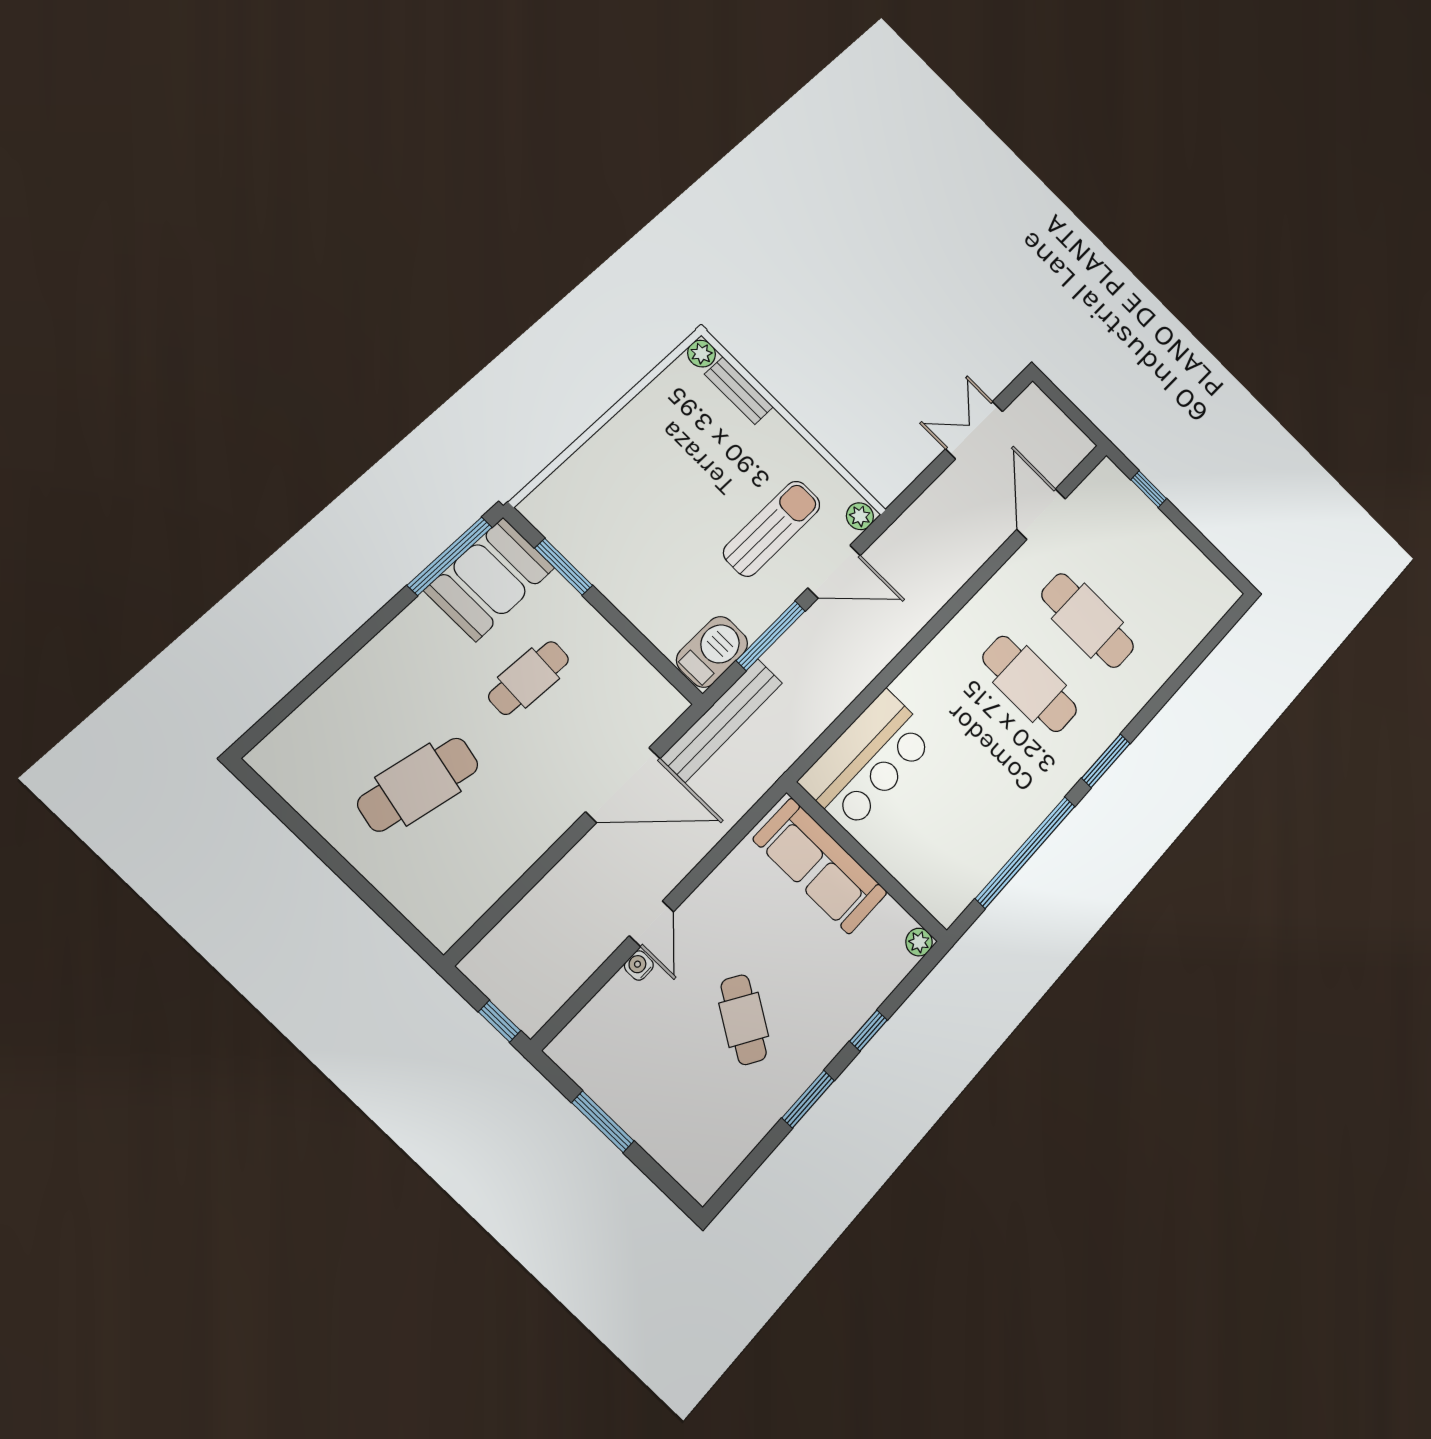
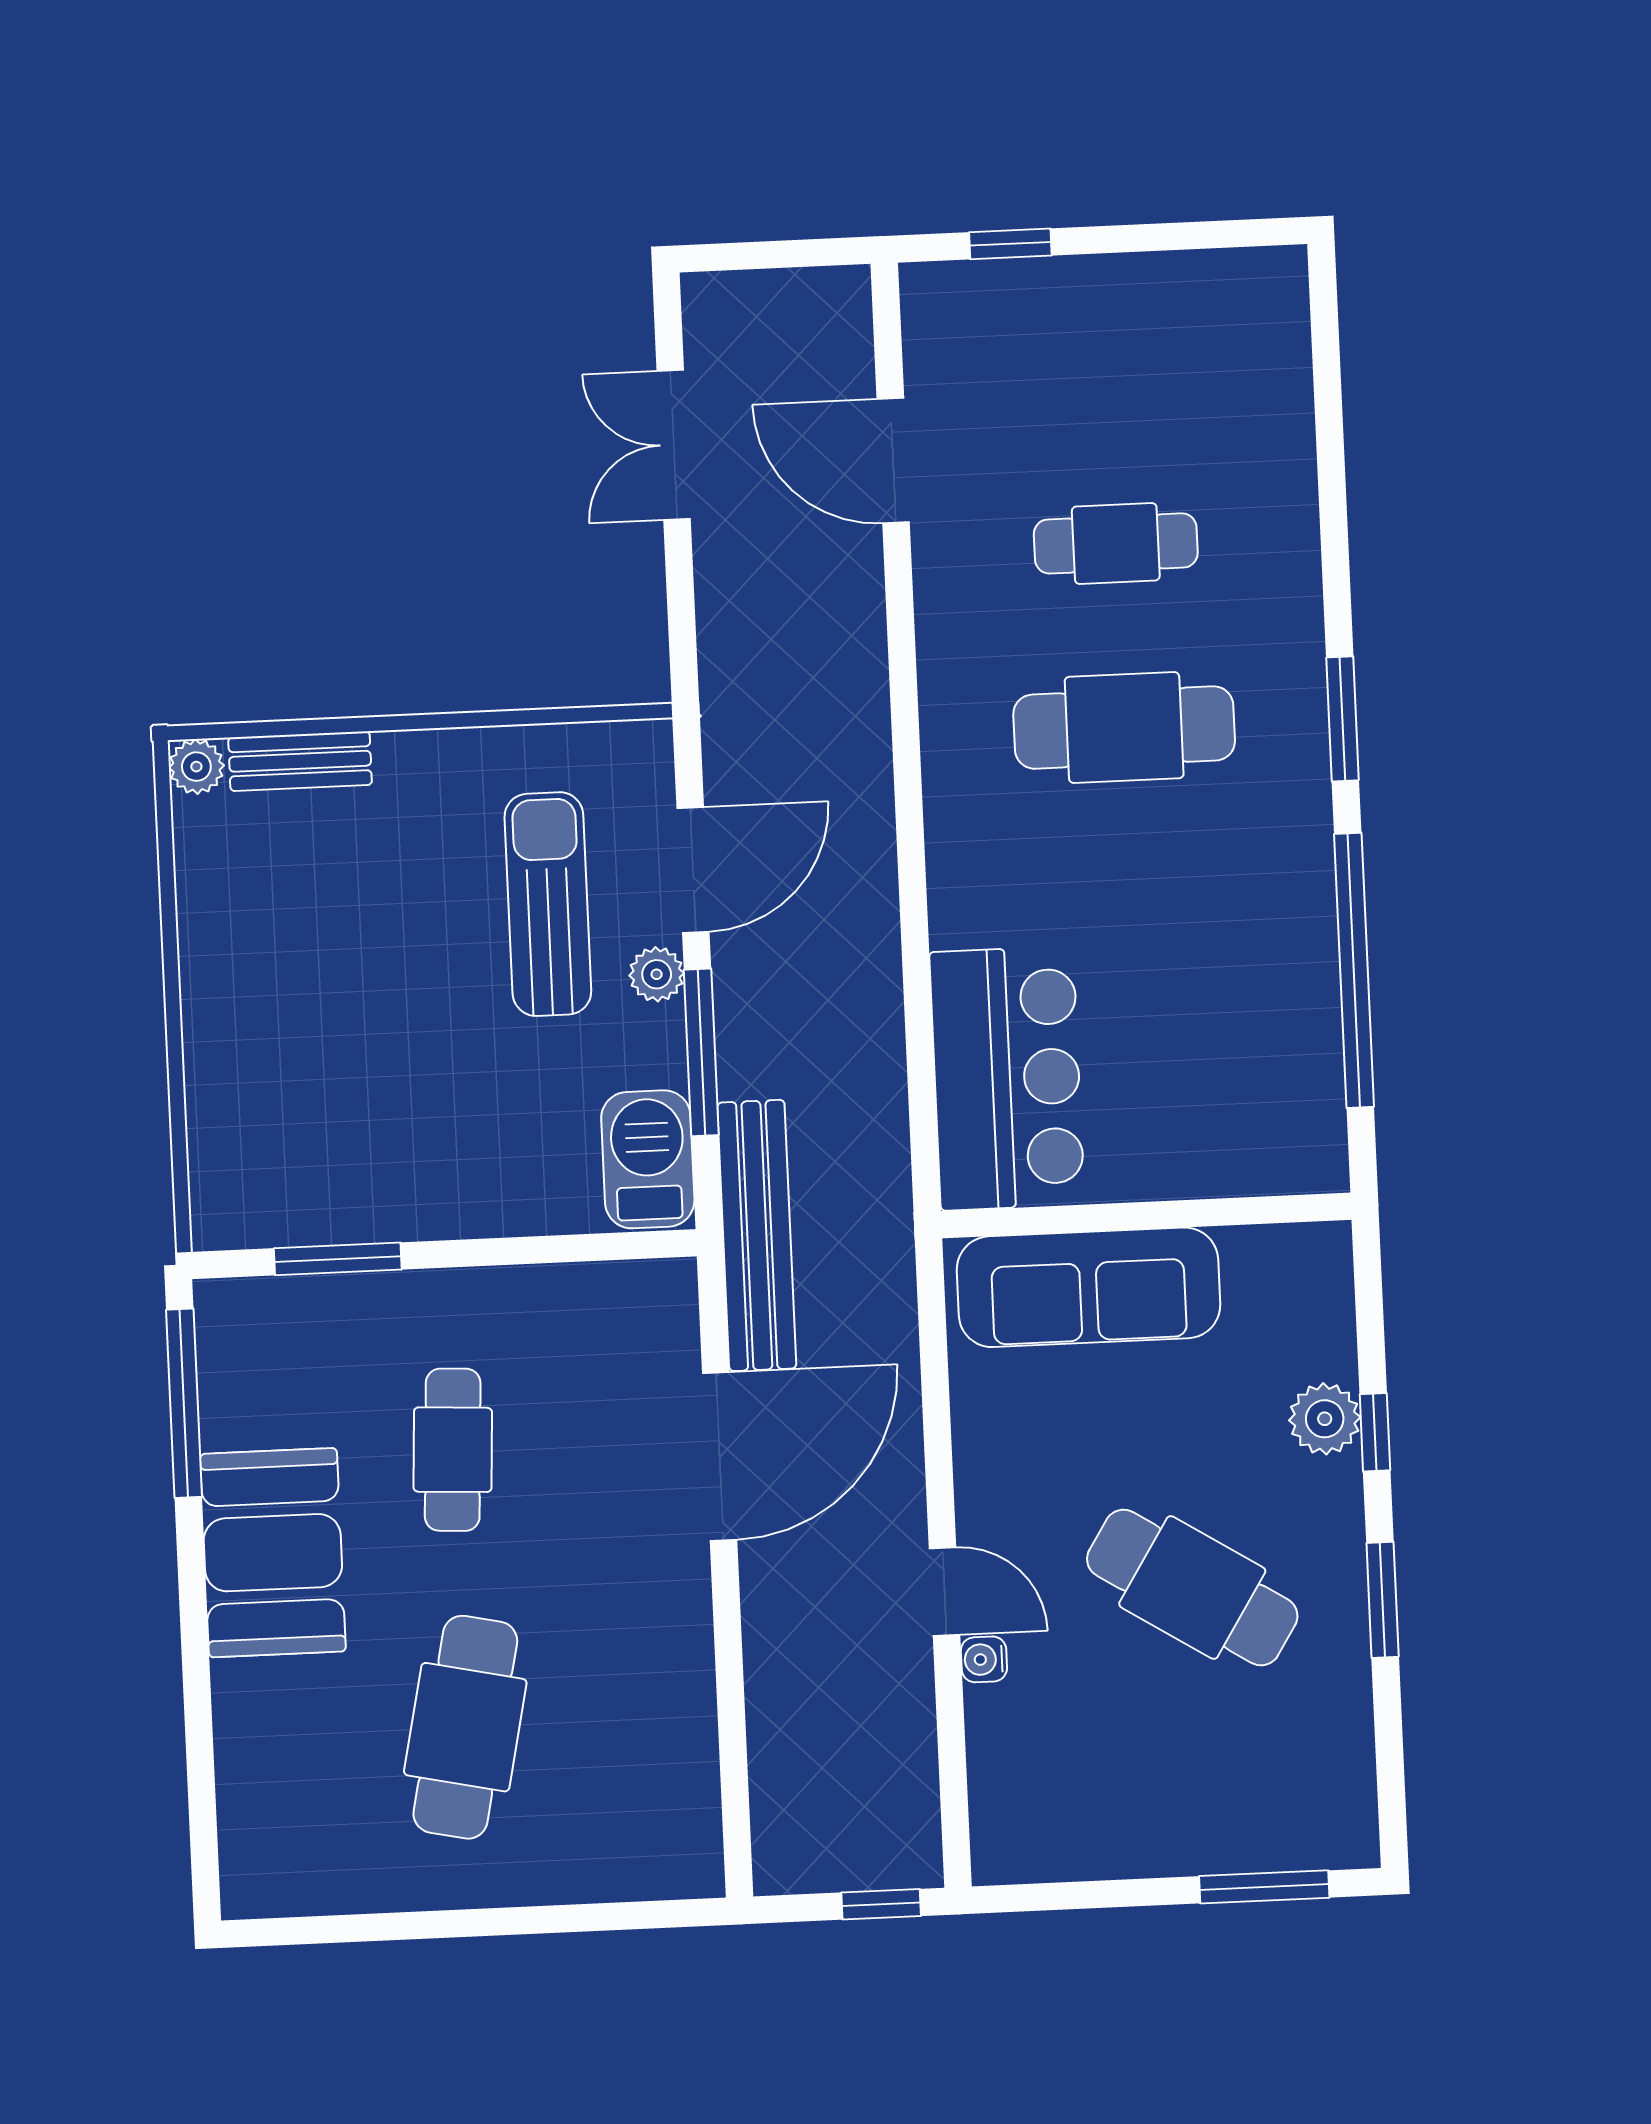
plant: (860, 516) -> (657, 974), moved
booth: (490, 579) -> (273, 1553), moved
cafe table: (1088, 621) -> (1116, 543), width x0.73, depth x0.74
plant: (919, 942) -> (1325, 1419), moved, width x1.38, depth x1.38
cafe table: (744, 1020) -> (1192, 1588), width x1.37, depth x1.35
window: (603, 1122) -> (1264, 1887), moved

